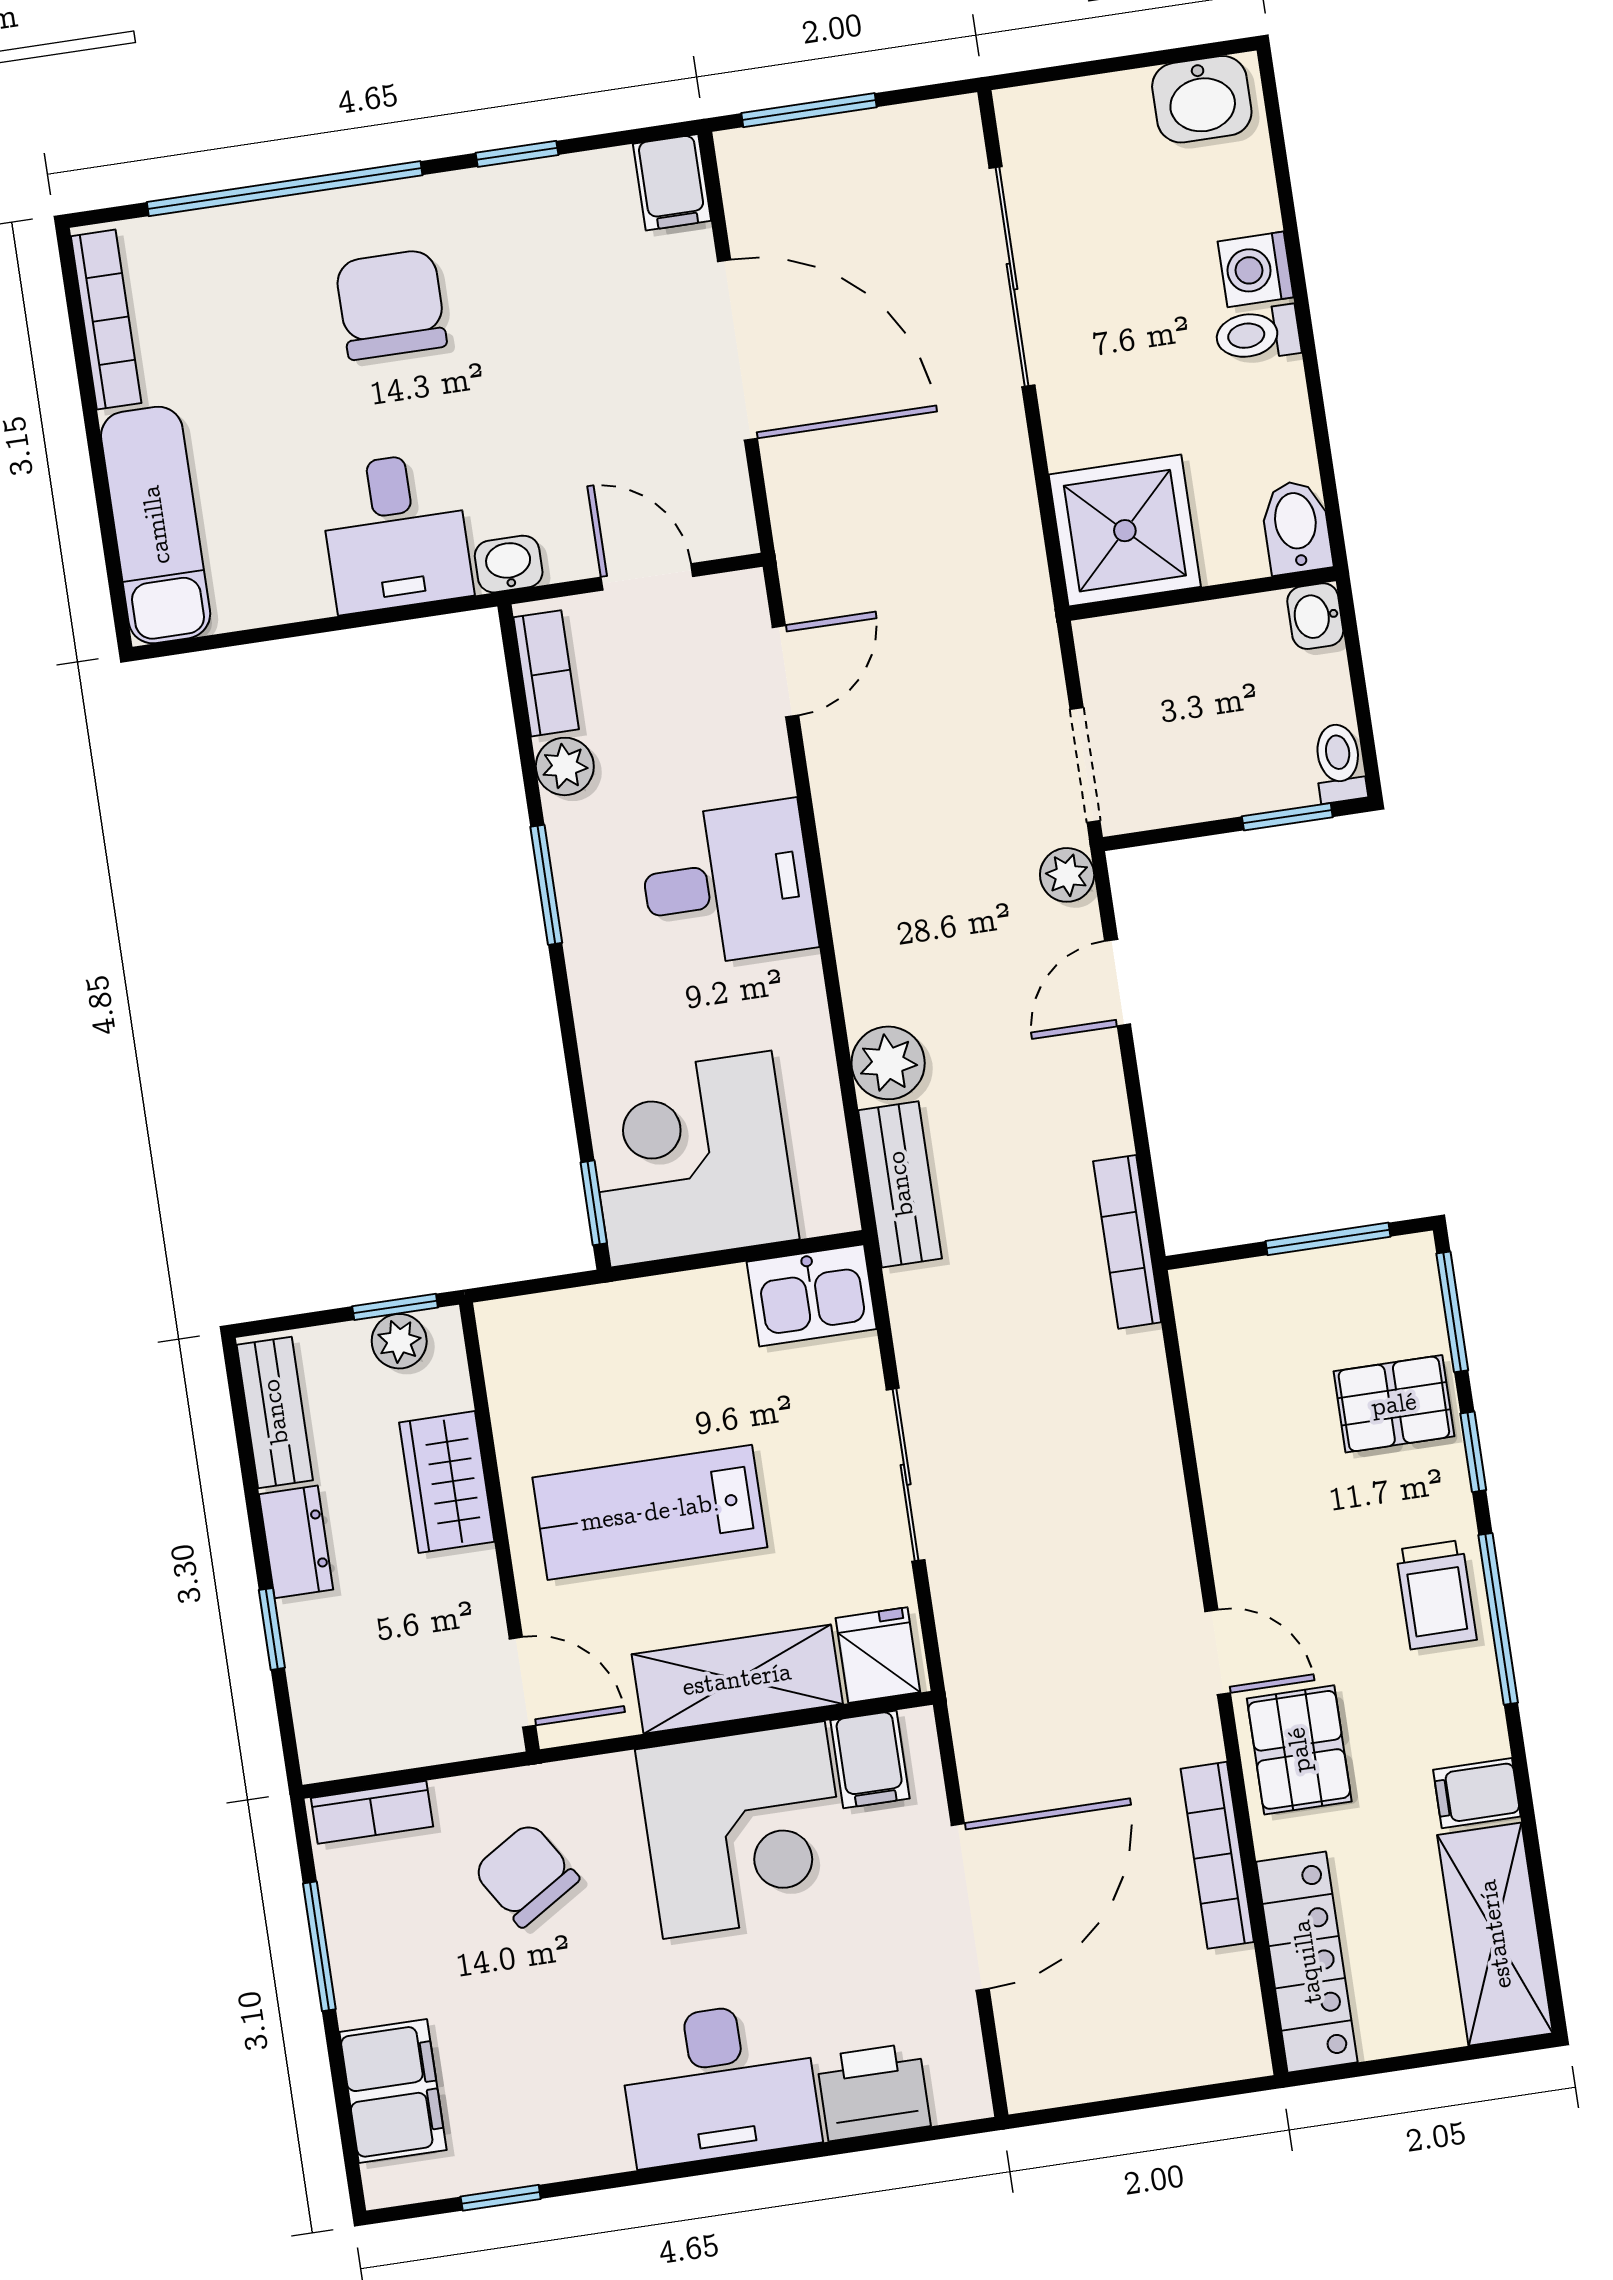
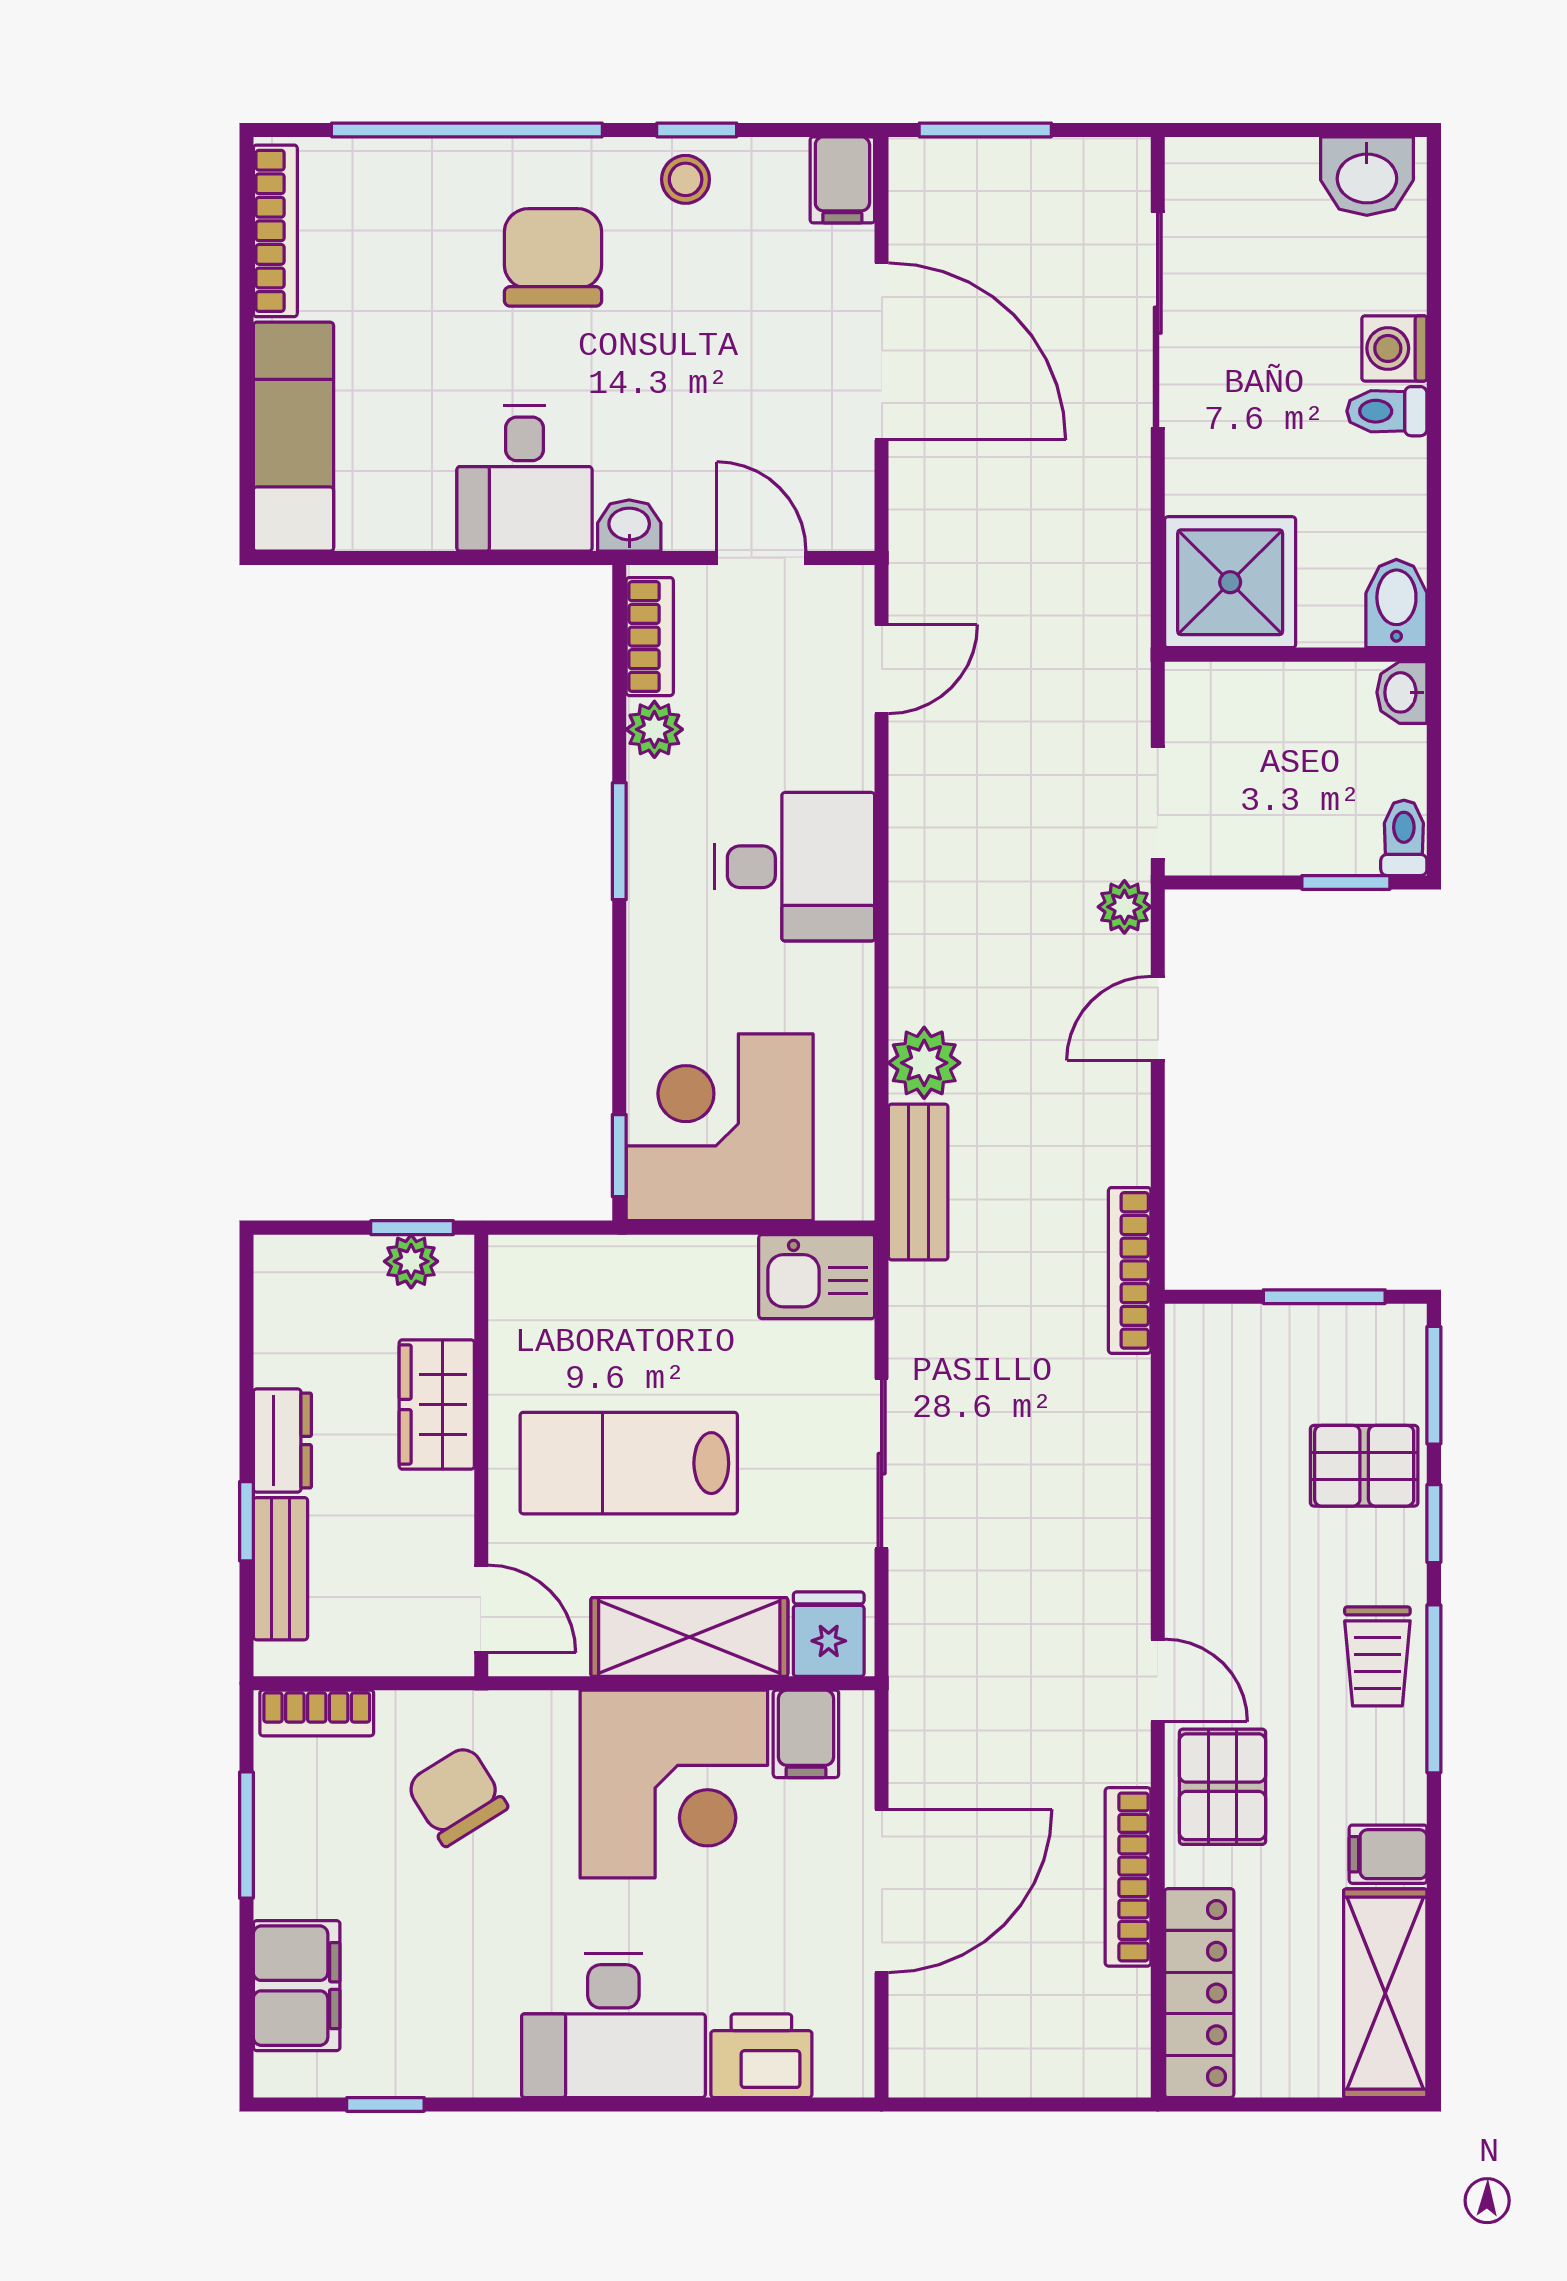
stool: (513, 206) -> (686, 179), added
bench: (275, 1412) -> (280, 1569), moved

